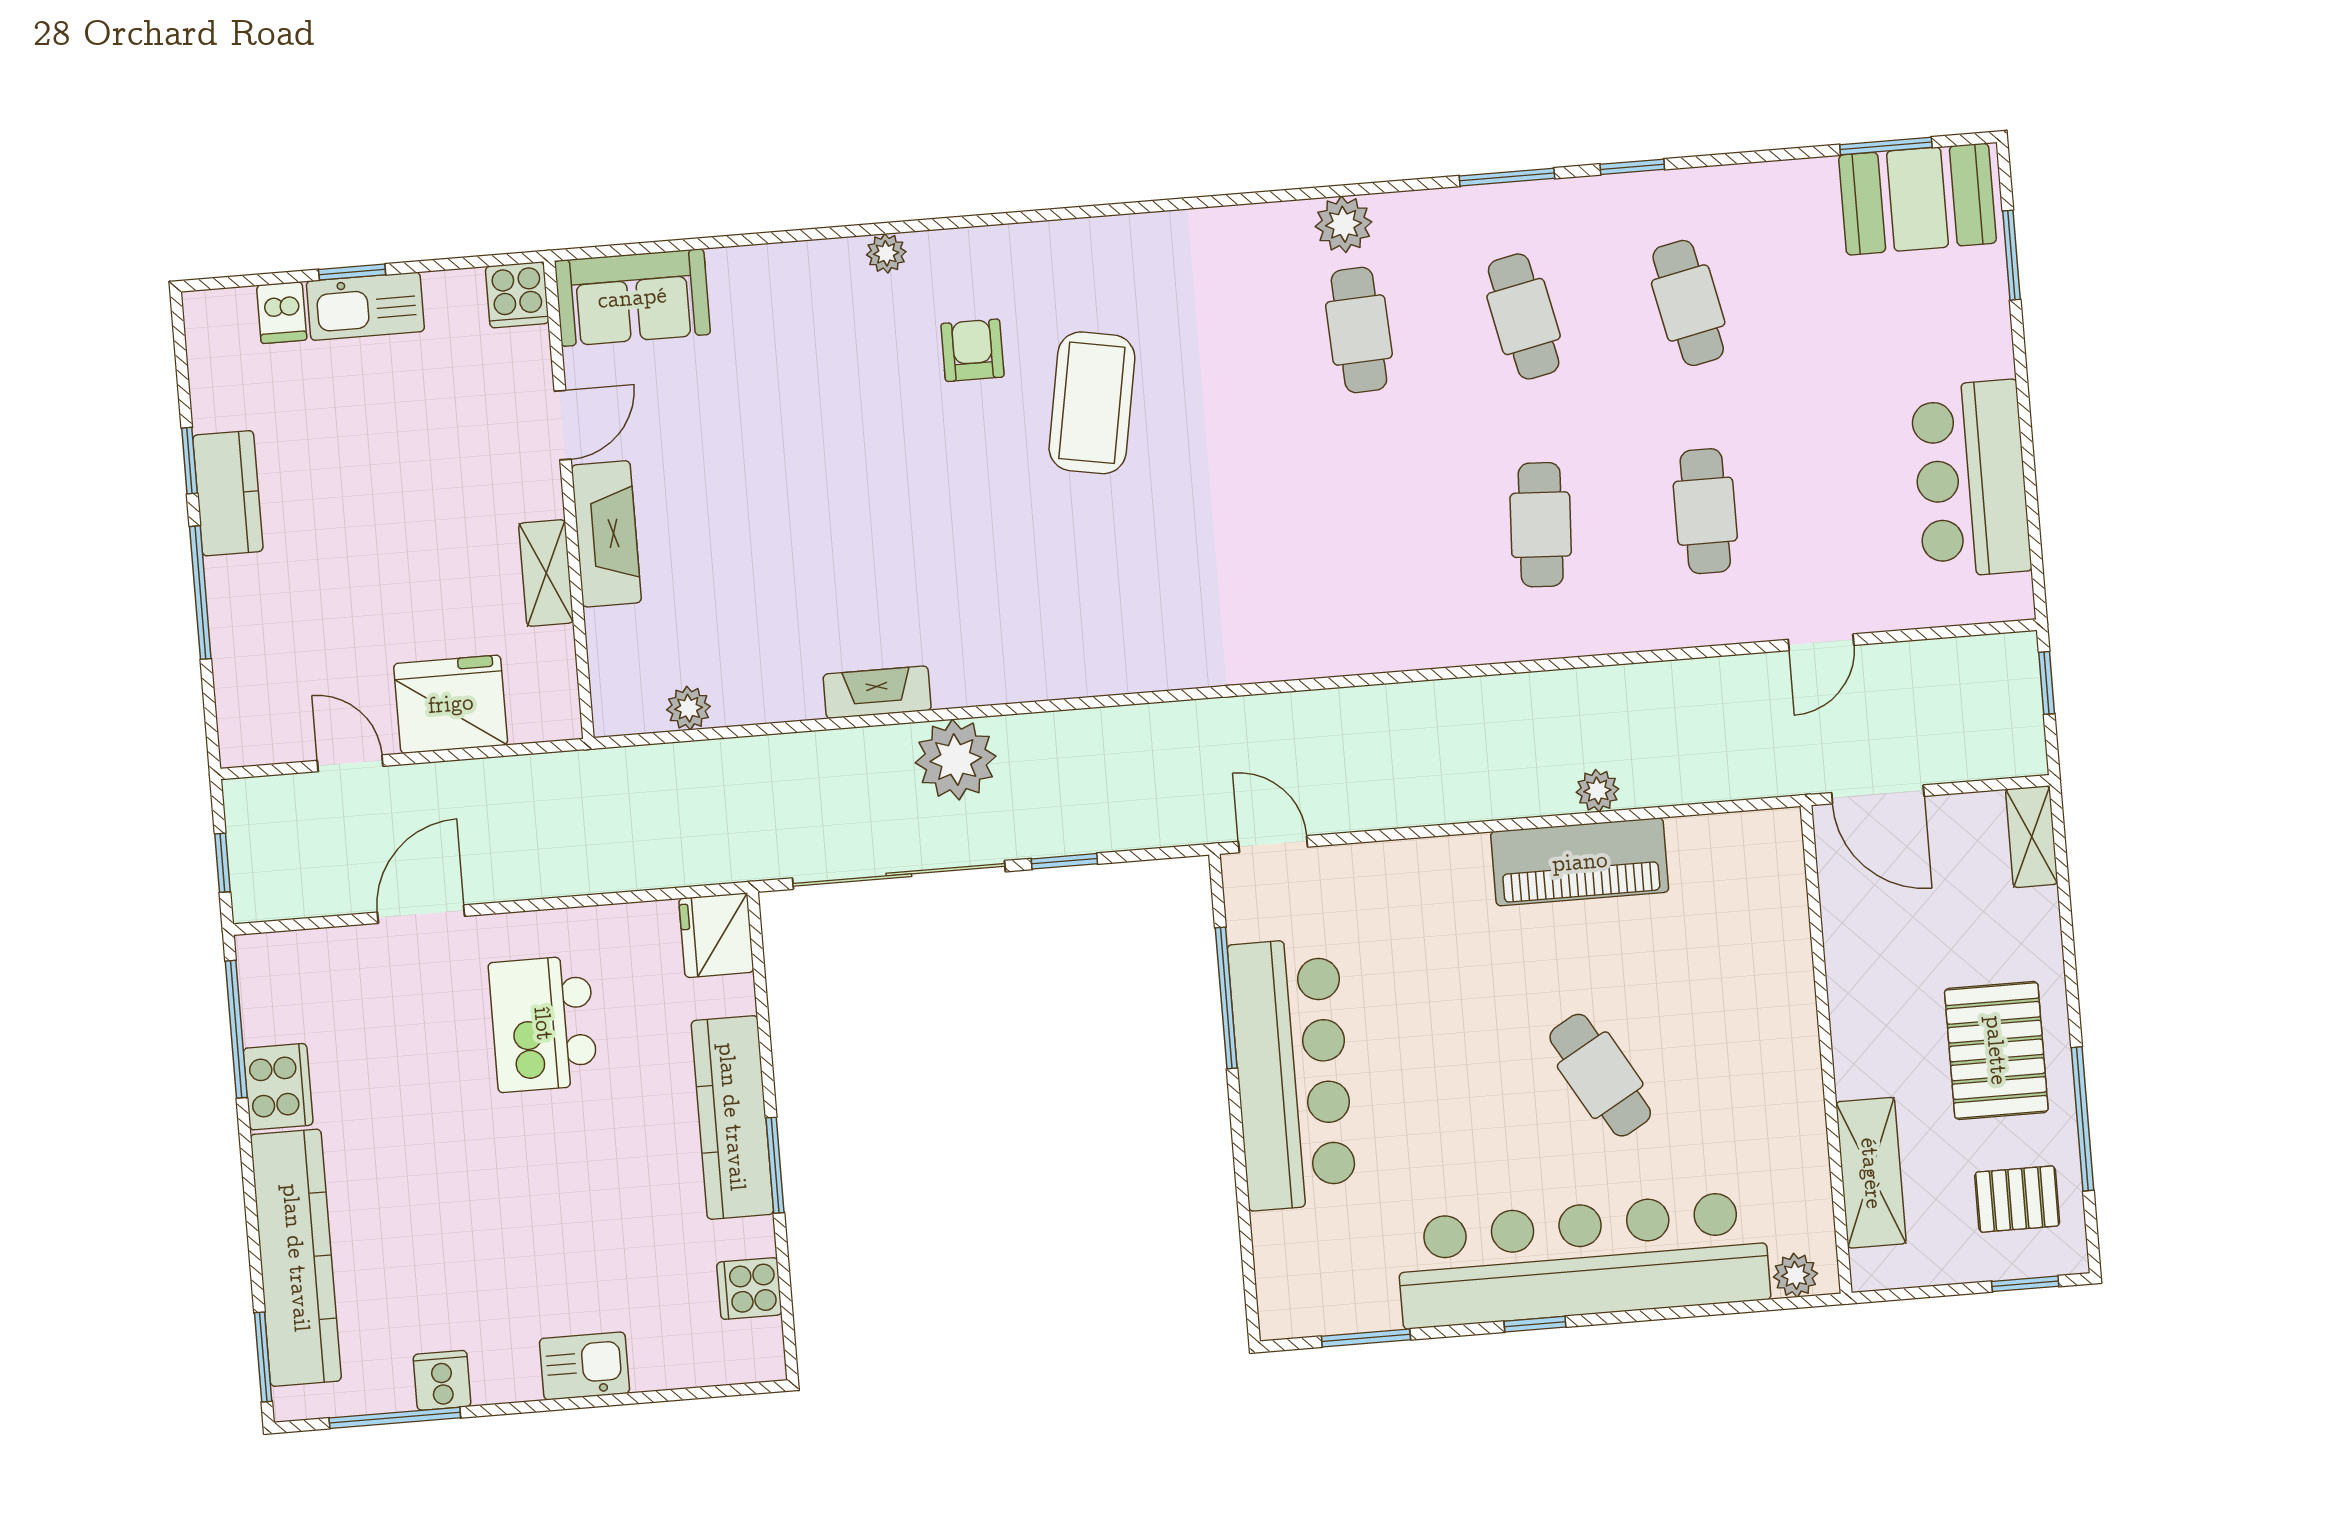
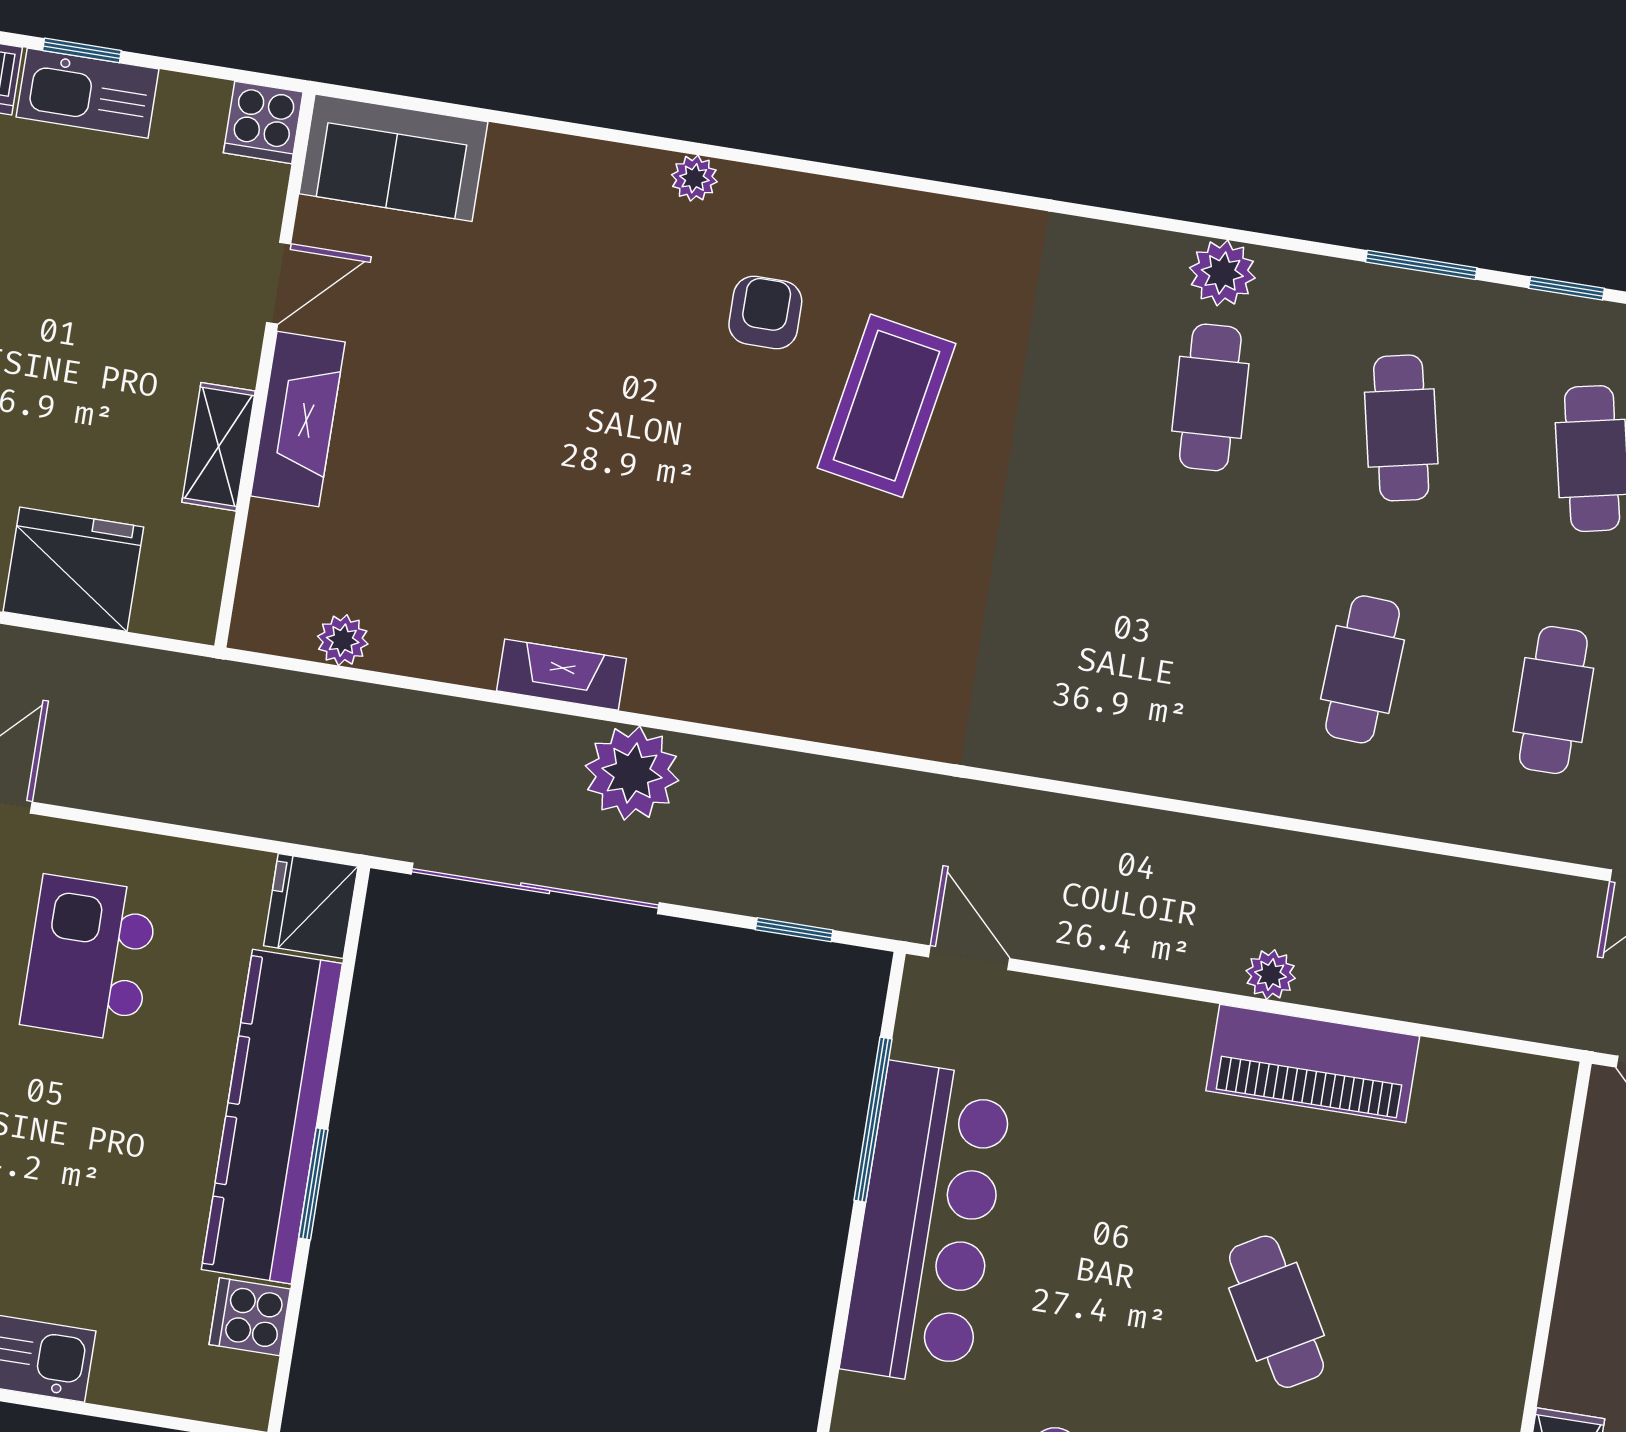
plant: (1597, 791) -> (1271, 974), moved
window: (1064, 861) -> (794, 930), moved
kitchen counter: (732, 1117) -> (272, 1117), width x1.39, depth x1.17

